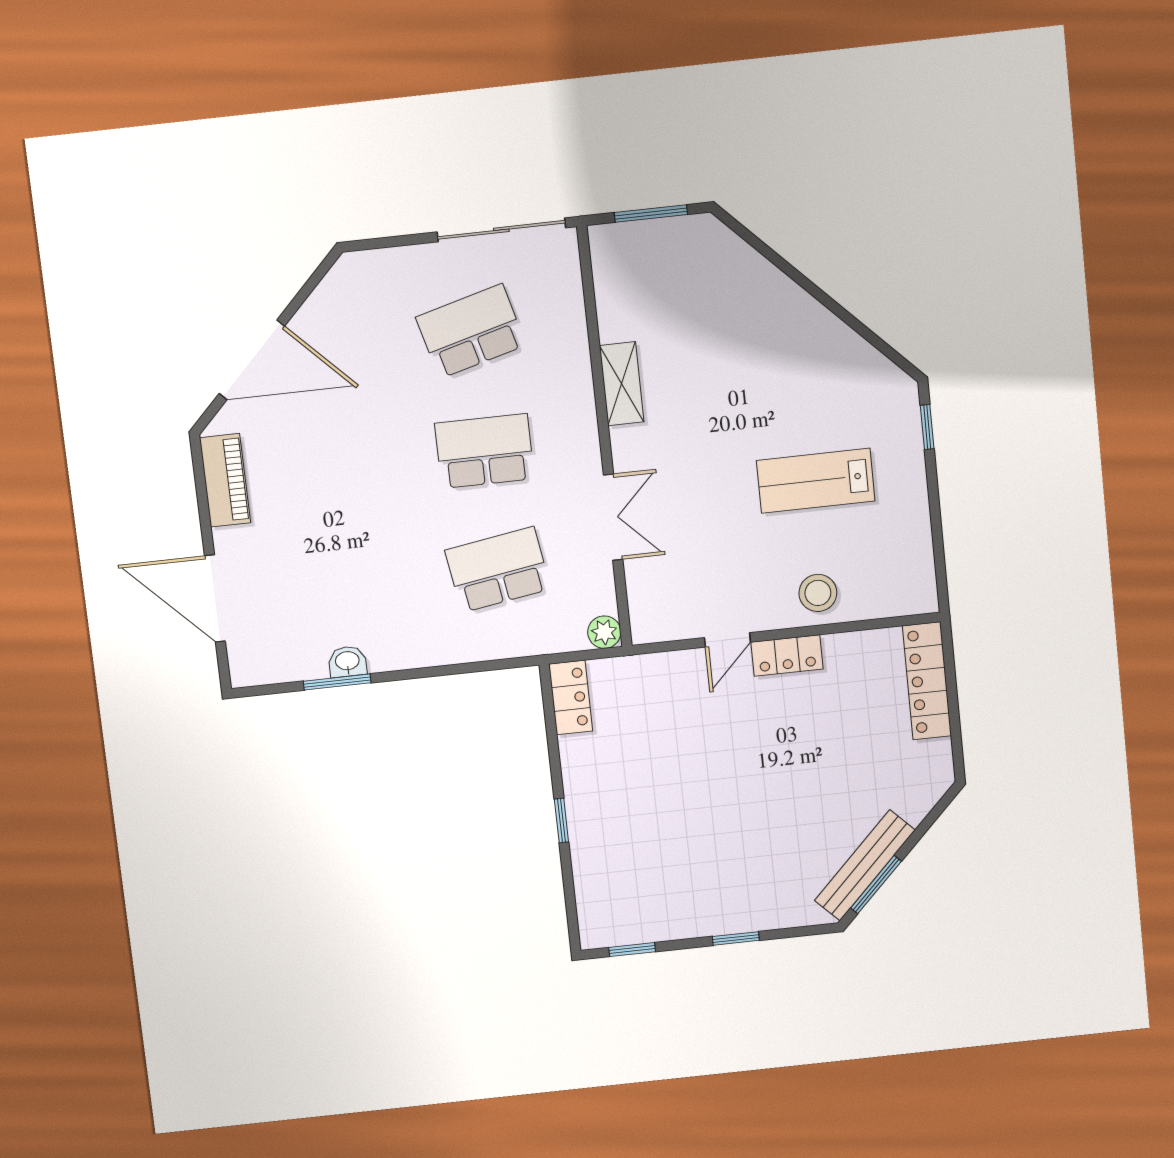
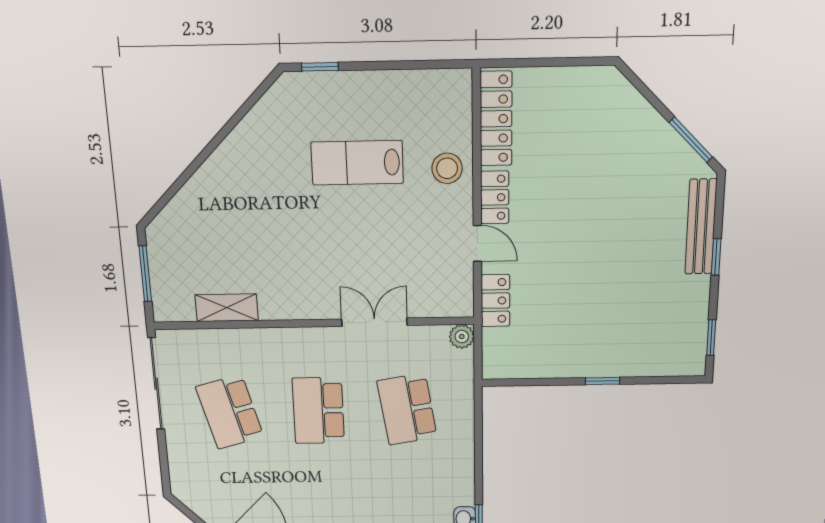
shelving: (622, 384) -> (227, 308), moved
lab bench: (816, 481) -> (357, 163), turned 90
locker: (927, 681) -> (496, 119), moved, turned -90
locker: (571, 697) -> (495, 301), moved, turned 90
bench: (865, 865) -> (701, 227), moved, turned 45

